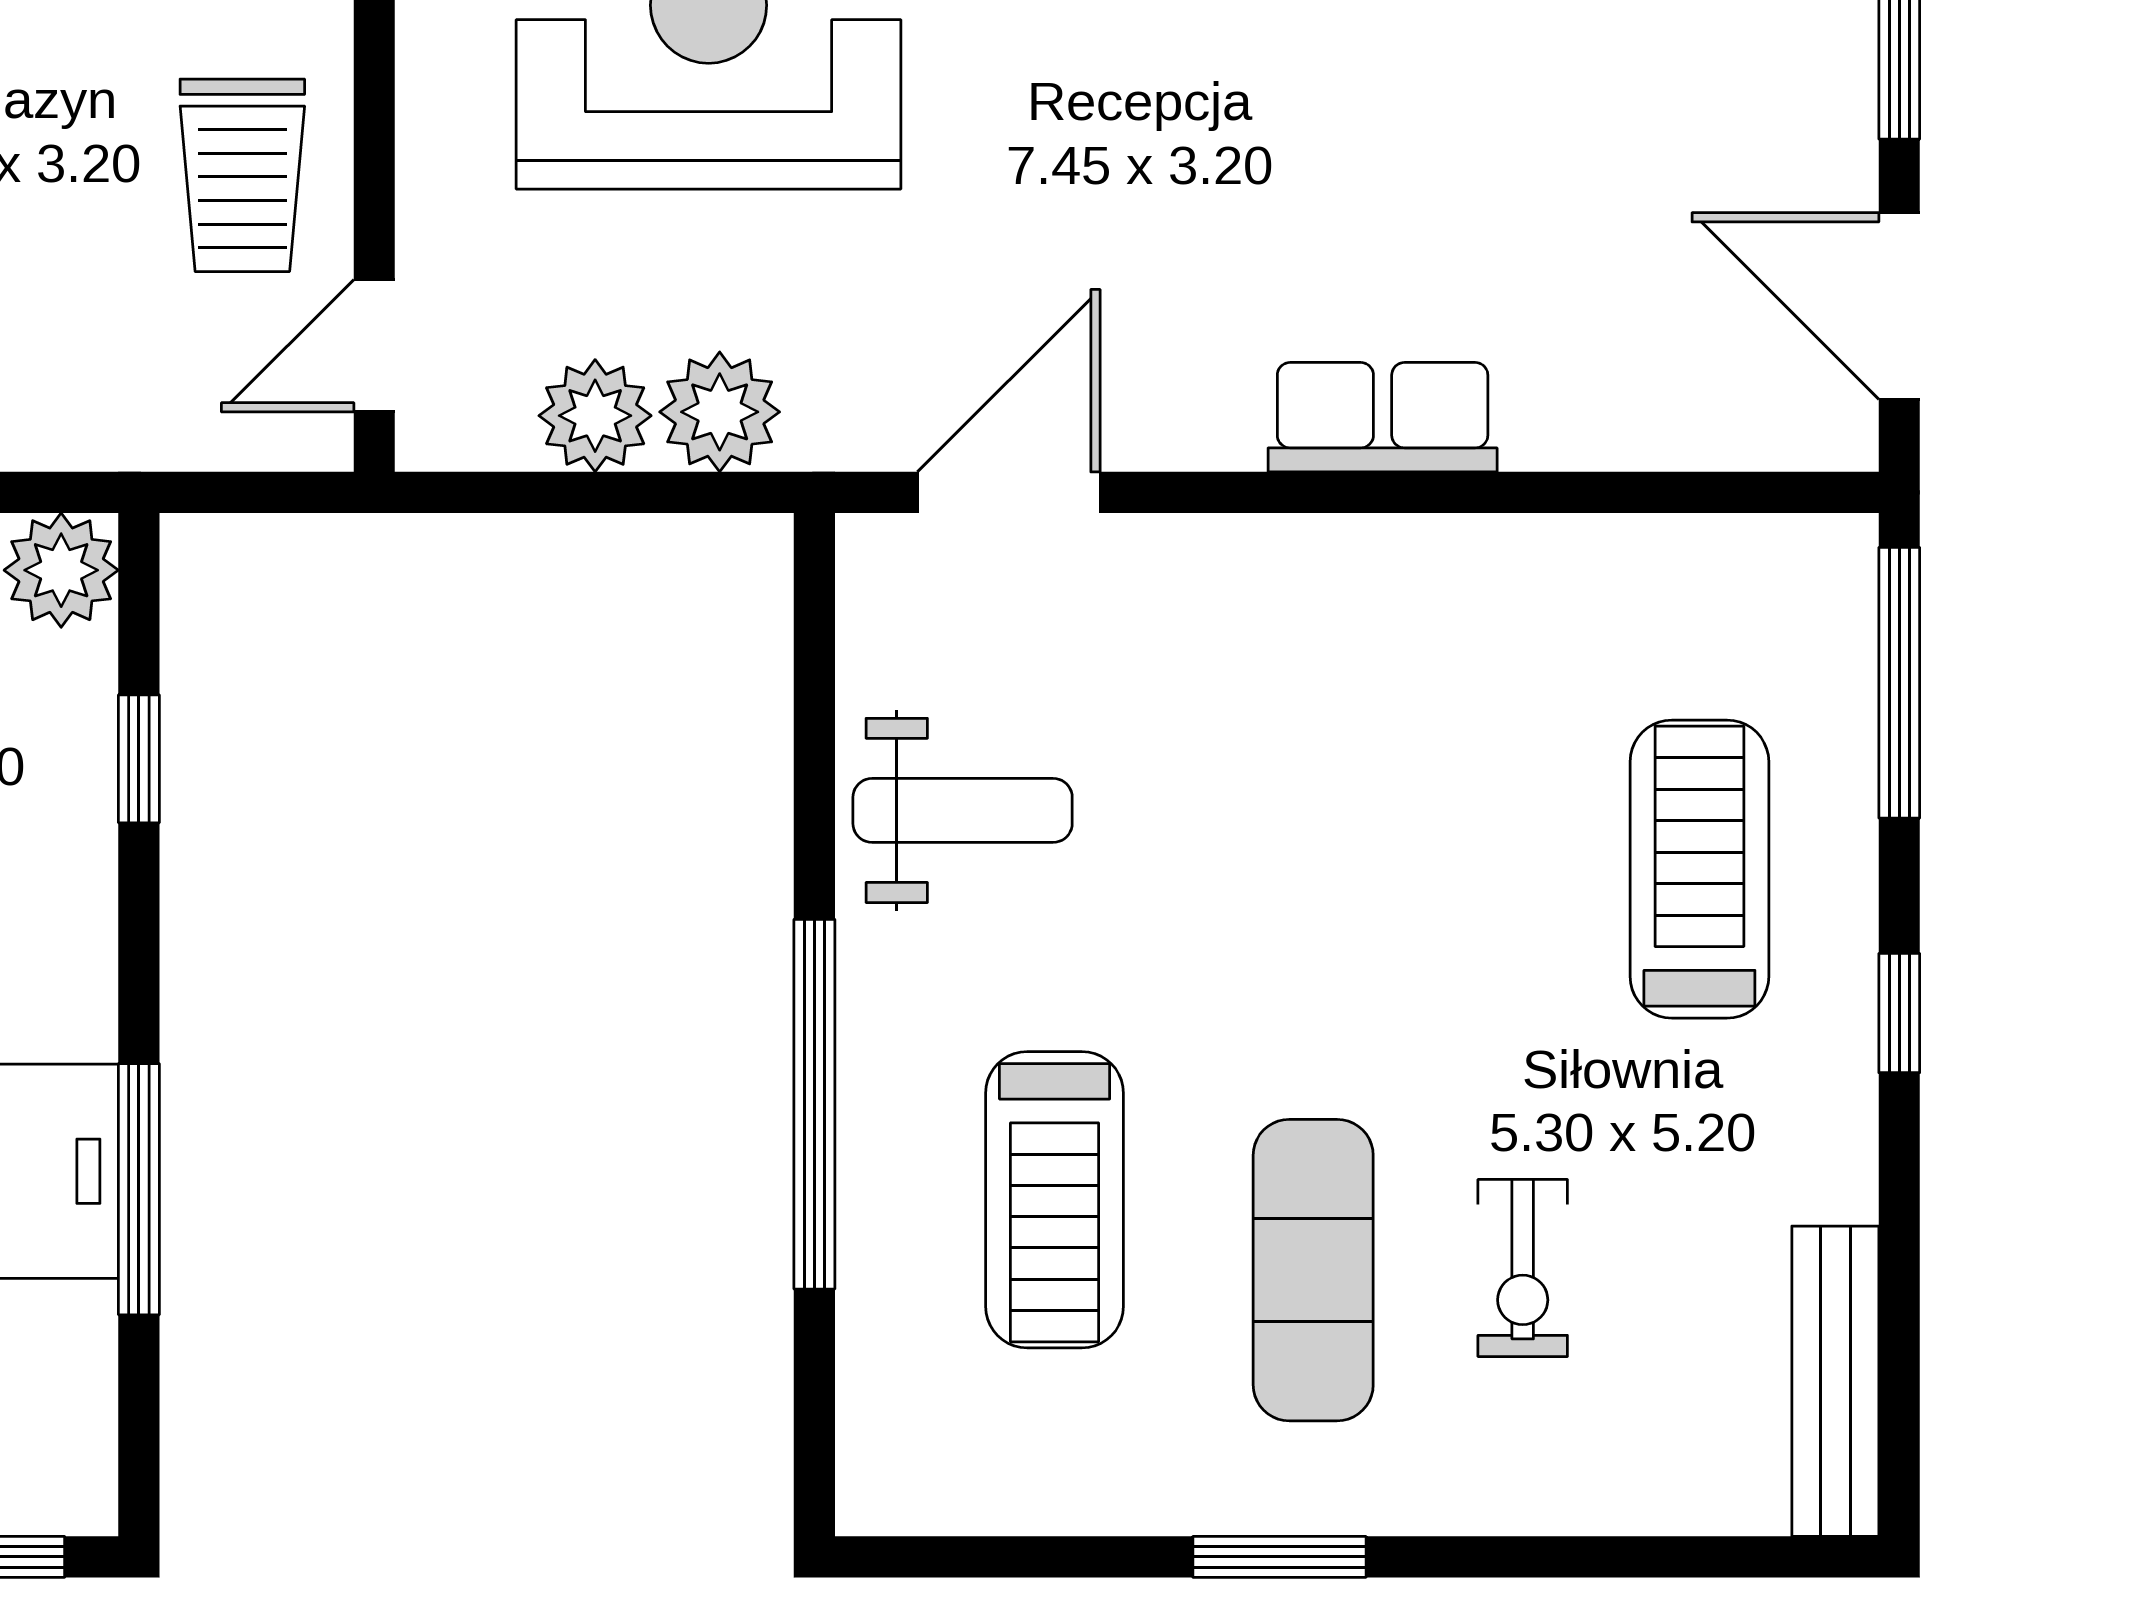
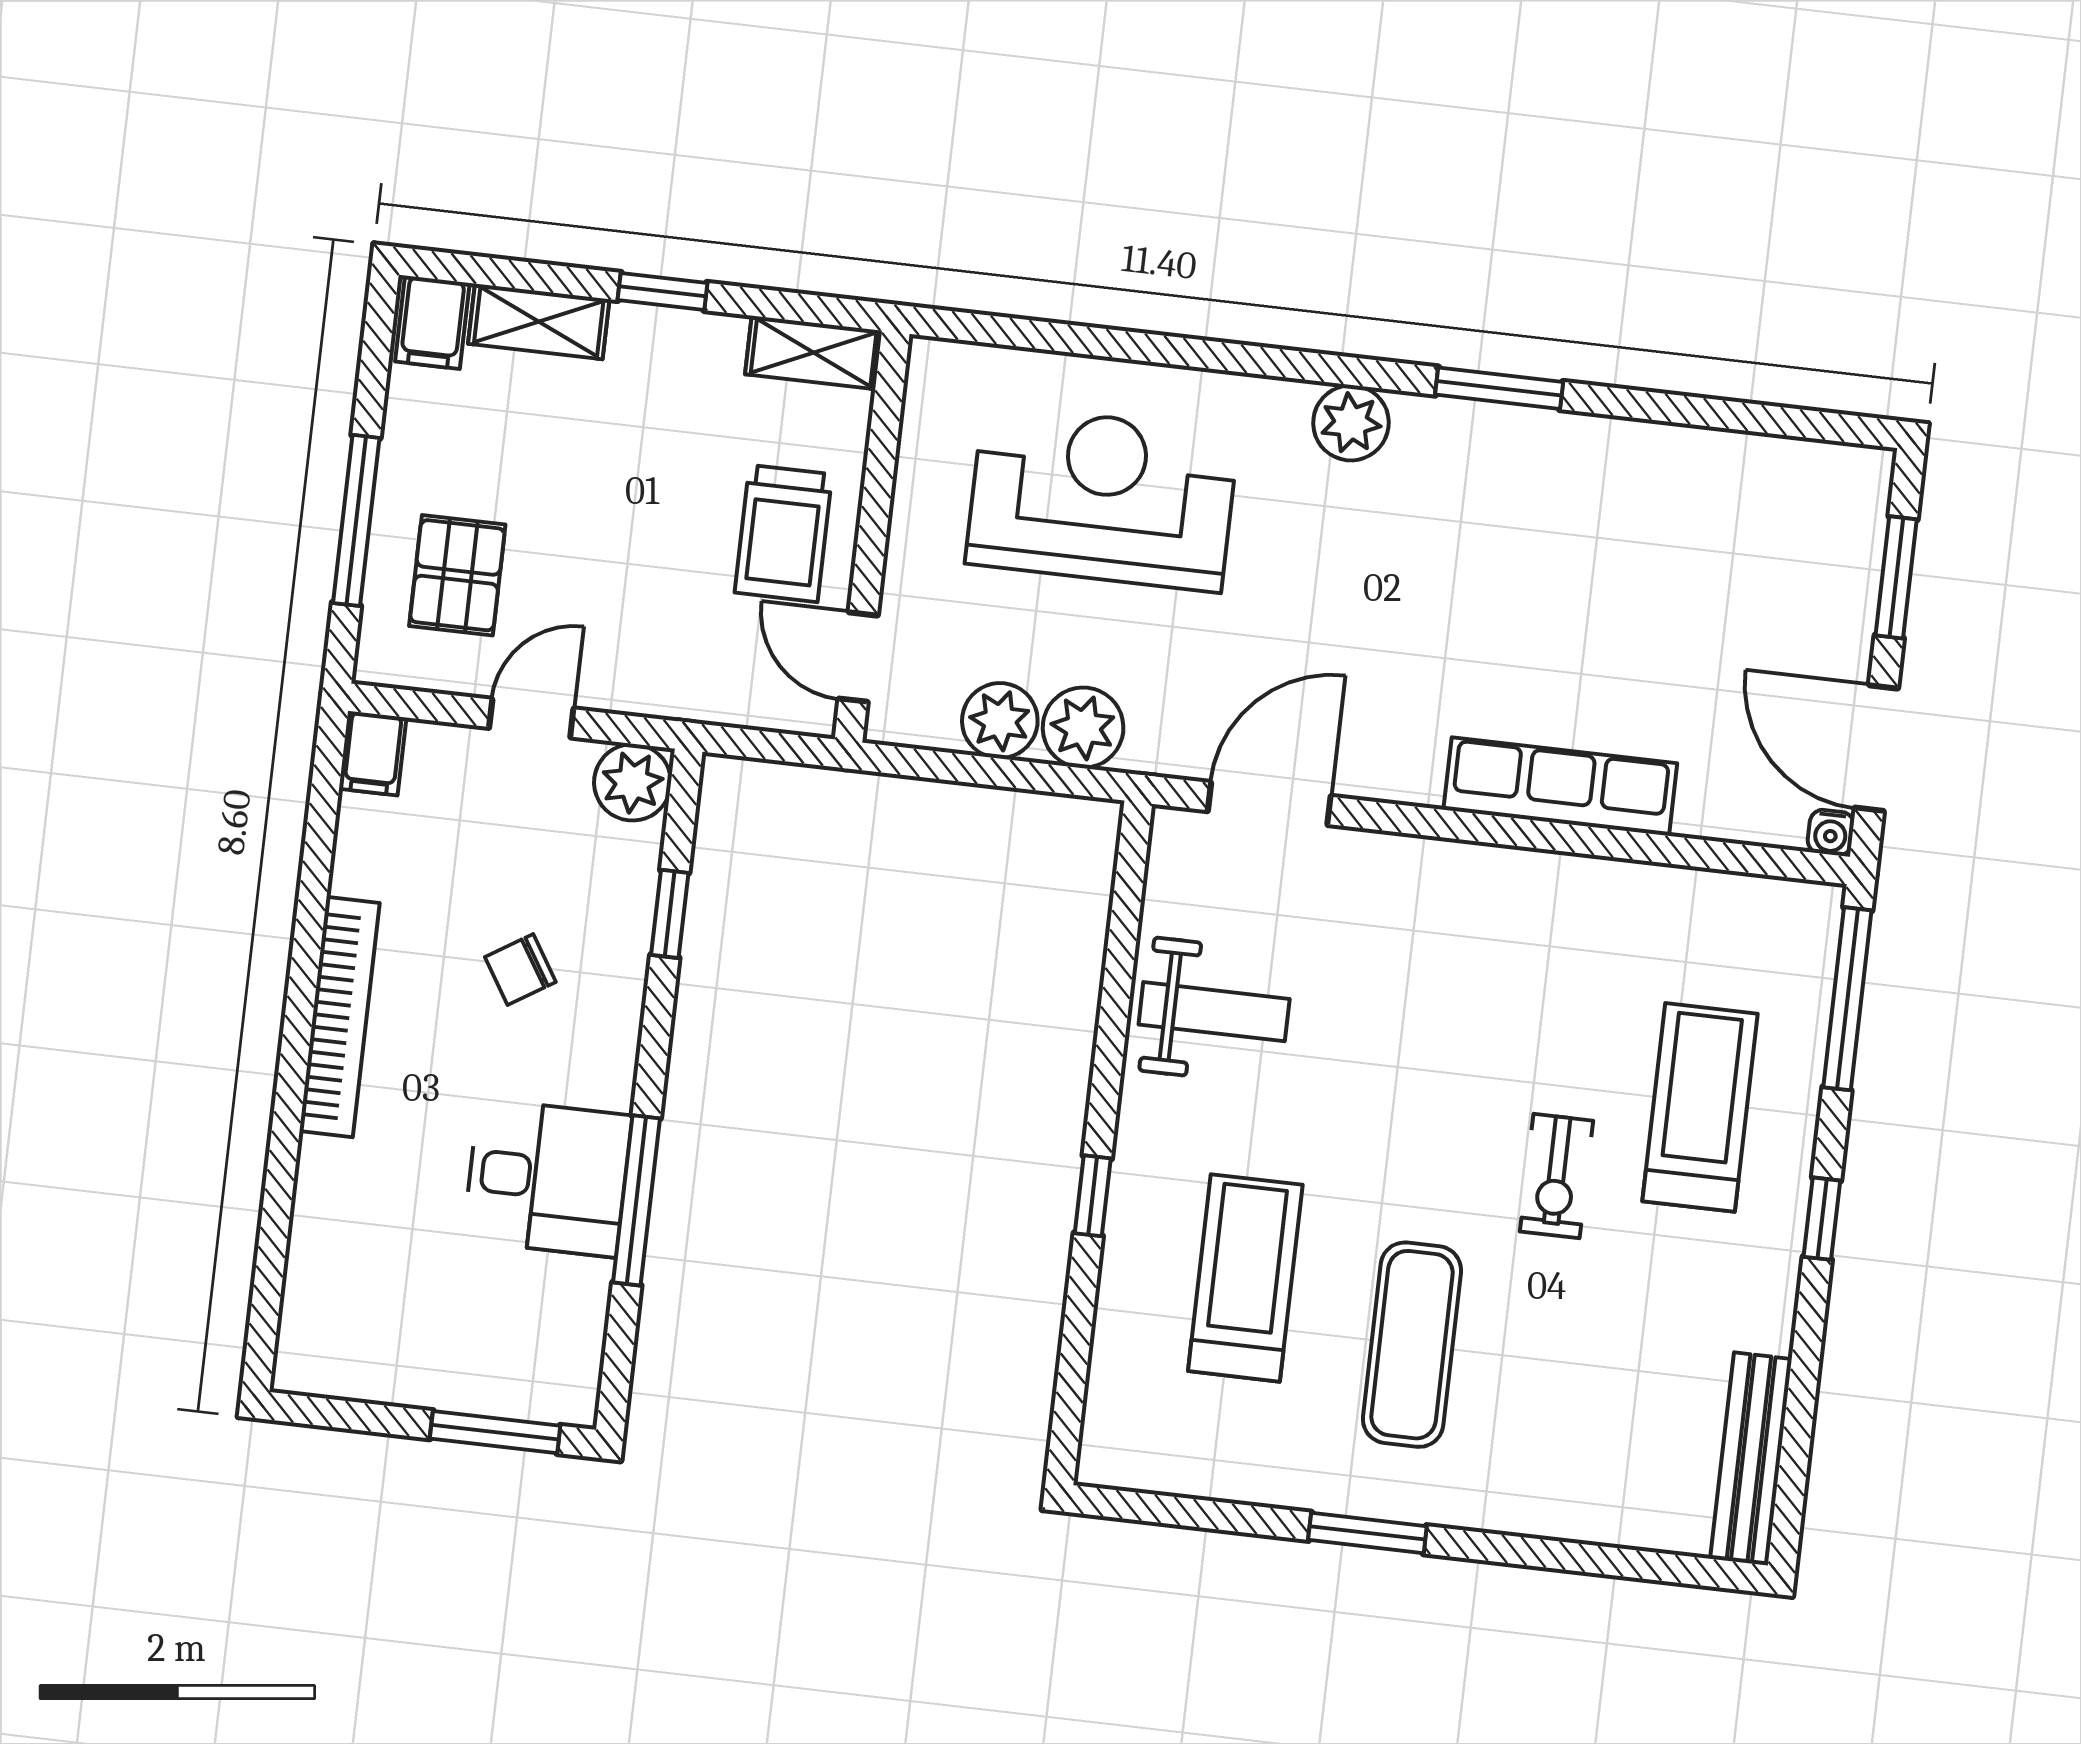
door: (374, 346) -> (858, 657), hinge flipped
row of seats: (1383, 417) -> (1560, 787), width x1.48
water cooler: (1846, 439) -> (1831, 833), added
window: (814, 1104) -> (1093, 1196), width x0.32
treadmill: (1055, 1200) -> (1245, 1278), turned 180
exercise bike: (1523, 1268) -> (1556, 1176), moved

